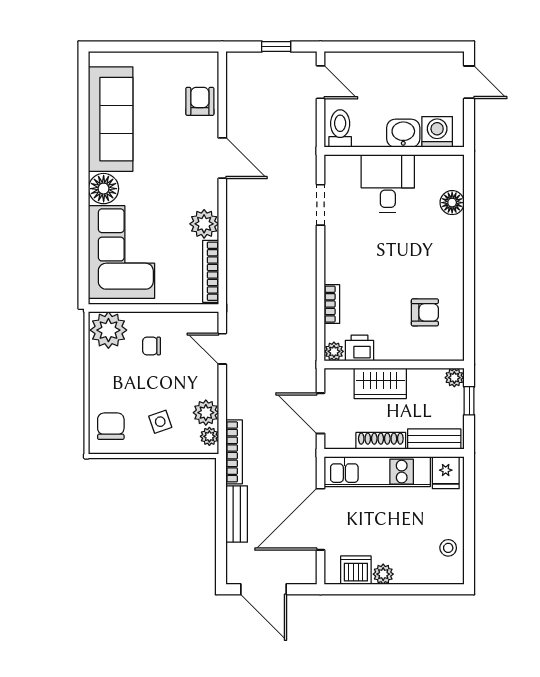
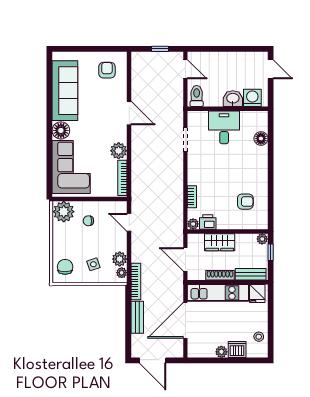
armchair: (200, 101) -> (107, 70), moved
dishwasher: (356, 570) -> (237, 349), moved

